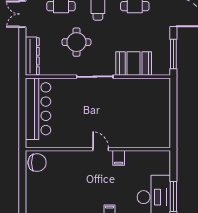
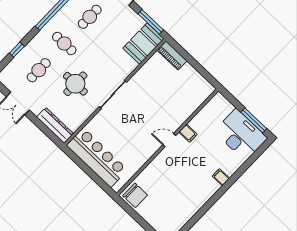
booth: (134, 64) -> (143, 44), moved
piano: (164, 92) -> (172, 55), added
chair: (37, 163) -> (135, 195), turned 90

